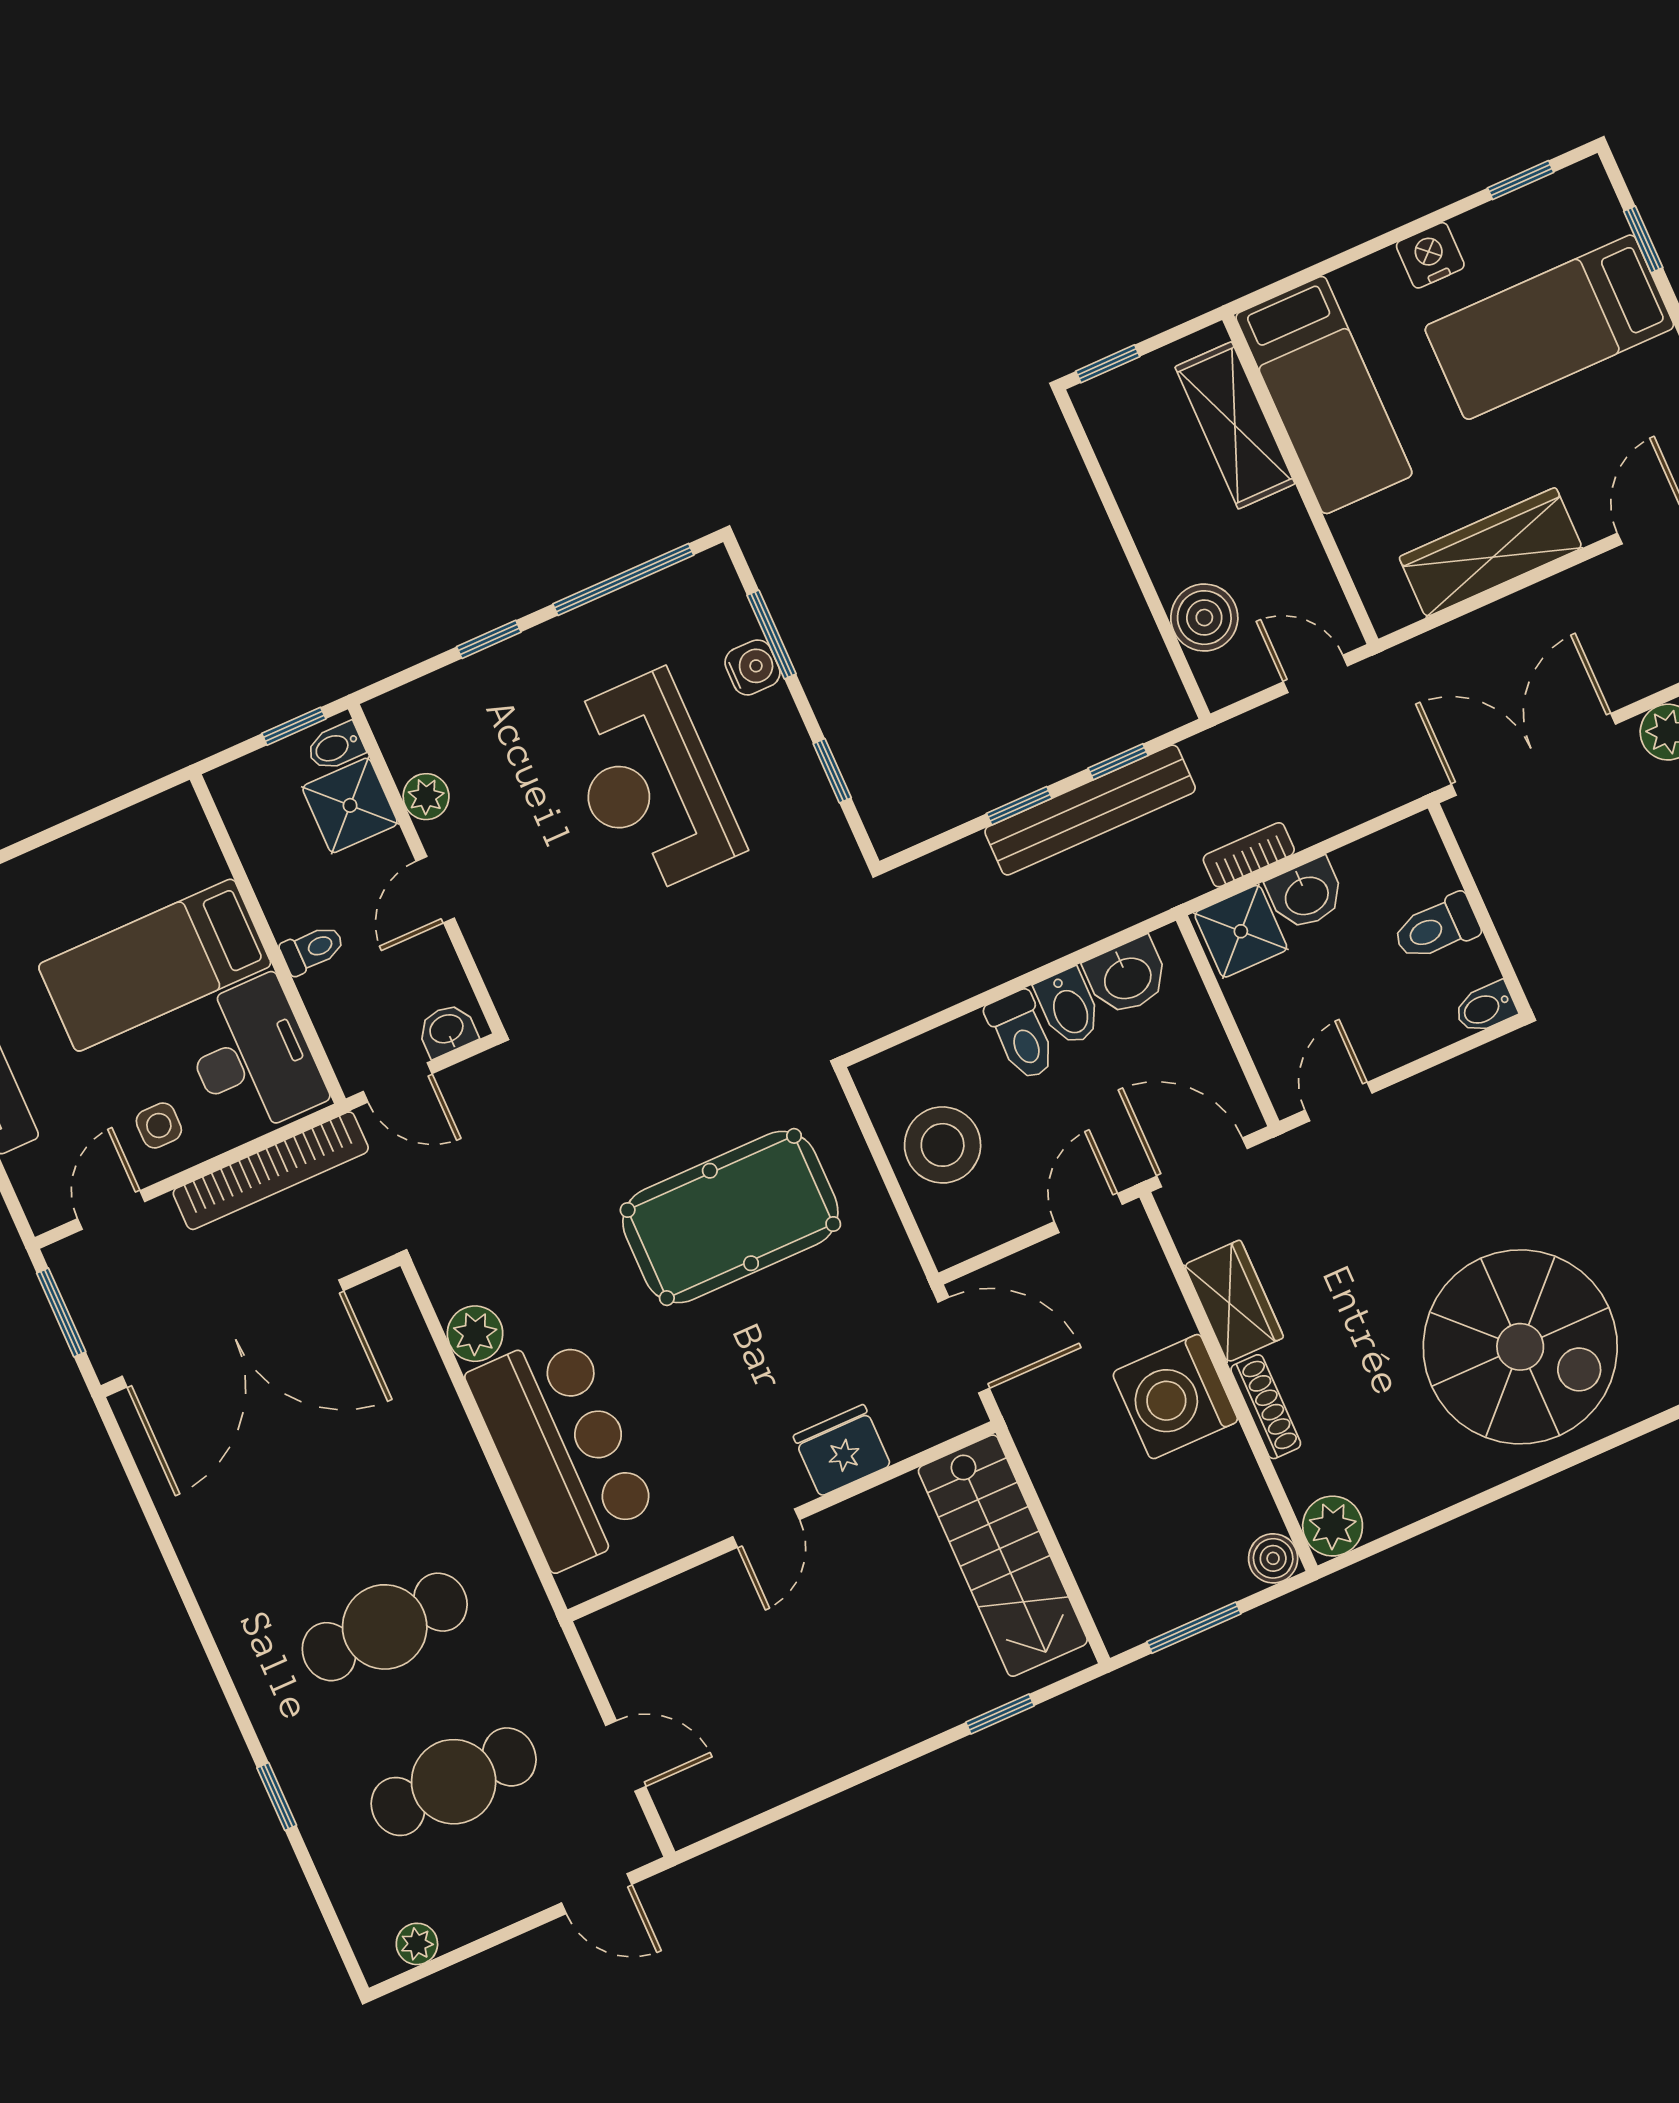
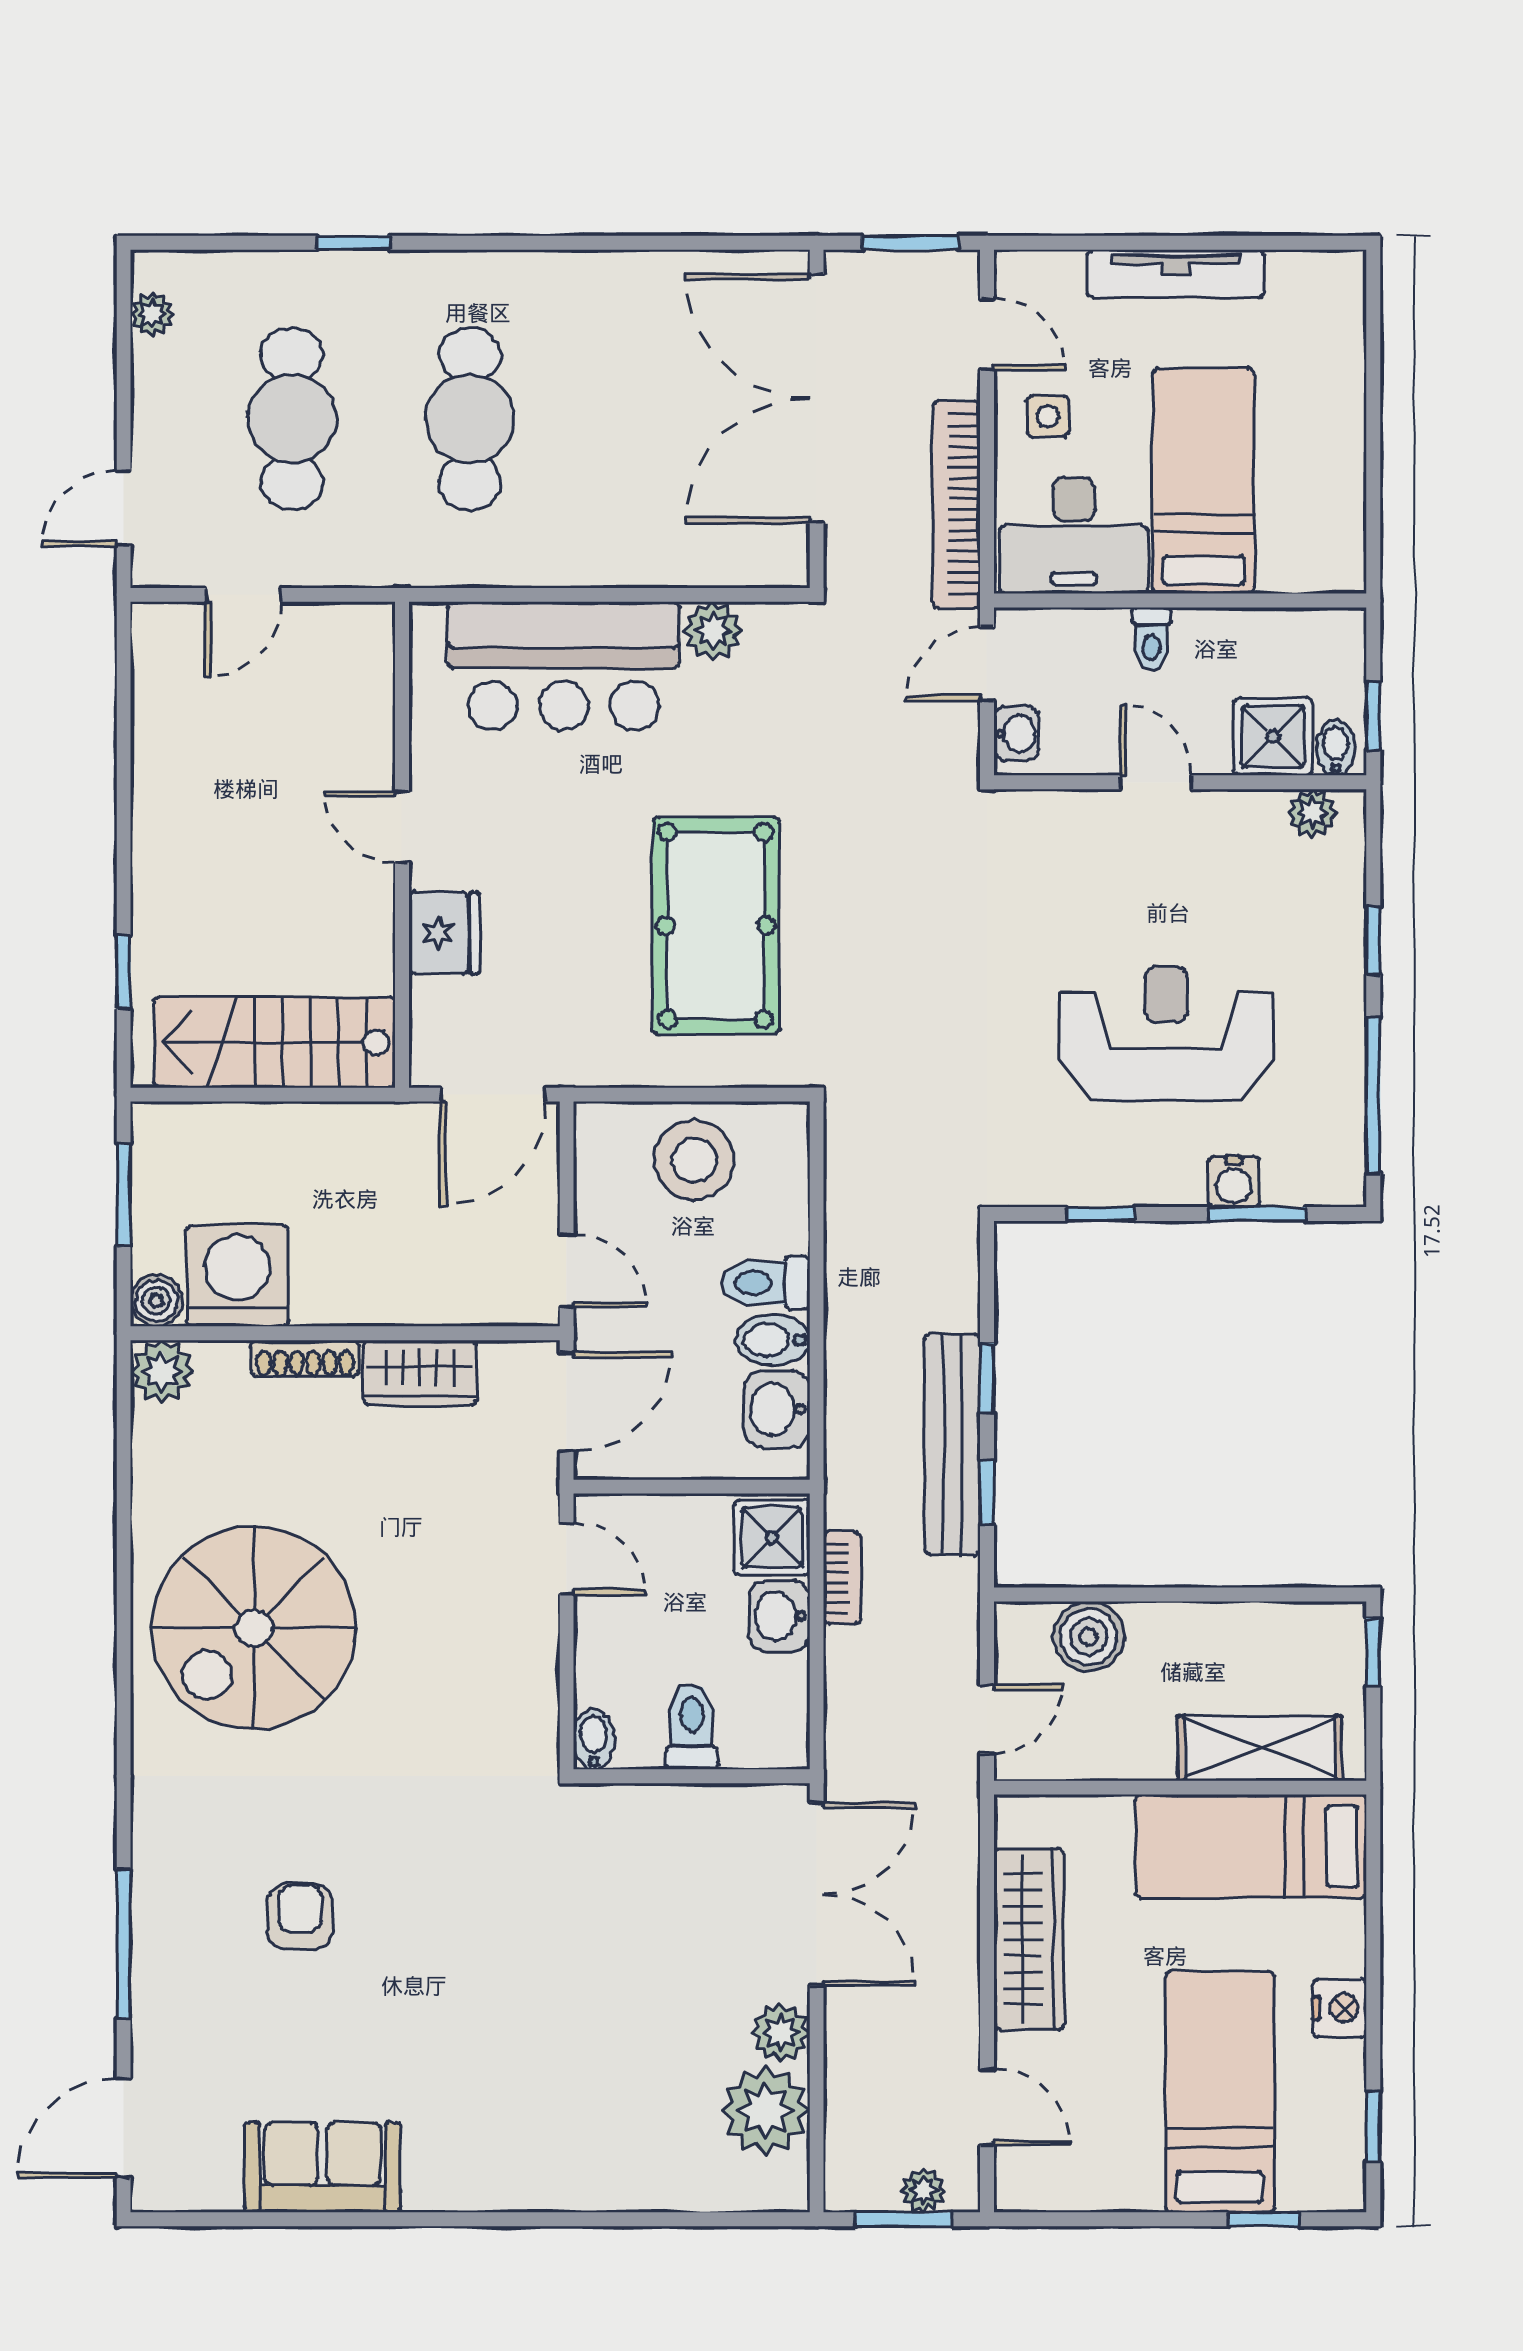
plant: (426, 797) -> (1312, 813), moved
washing machine: (1175, 1397) -> (237, 1276), moved

